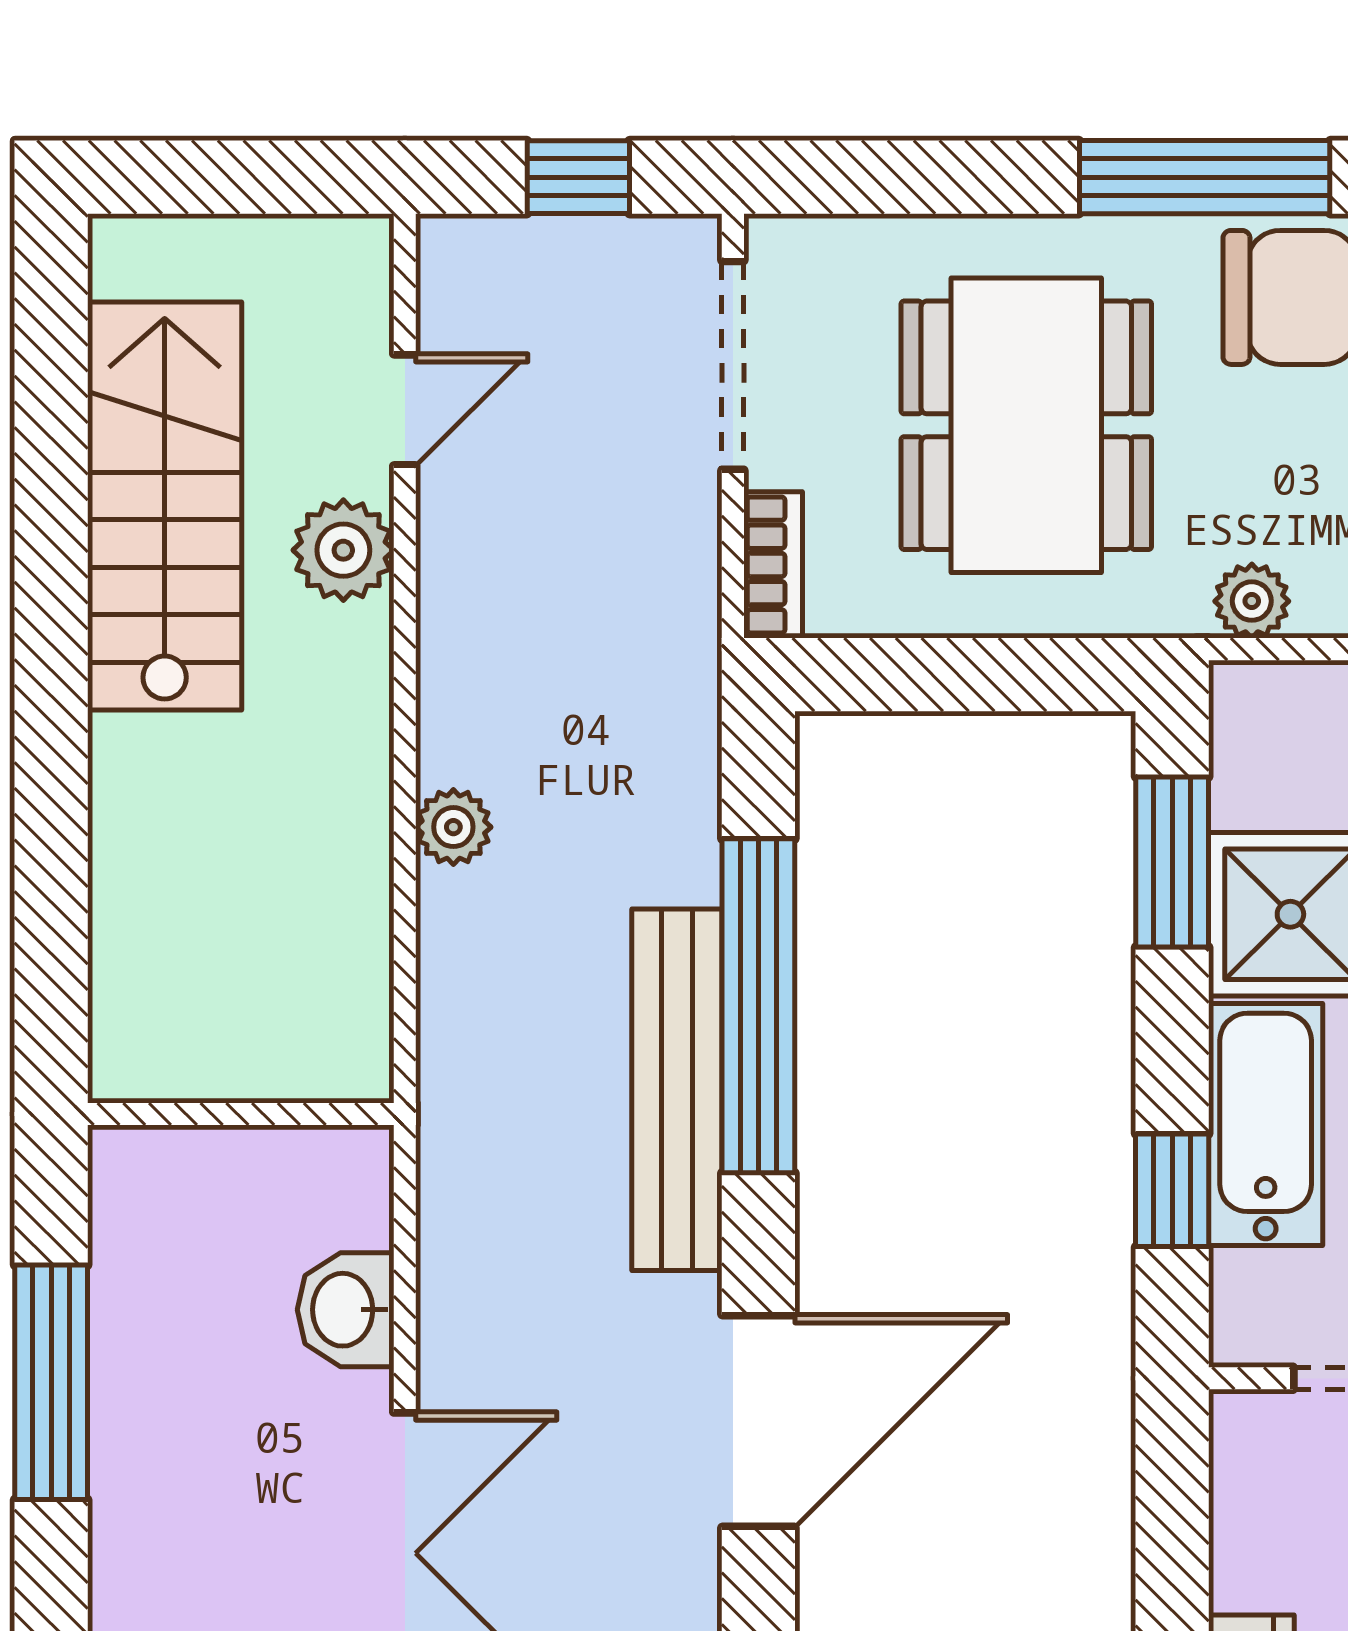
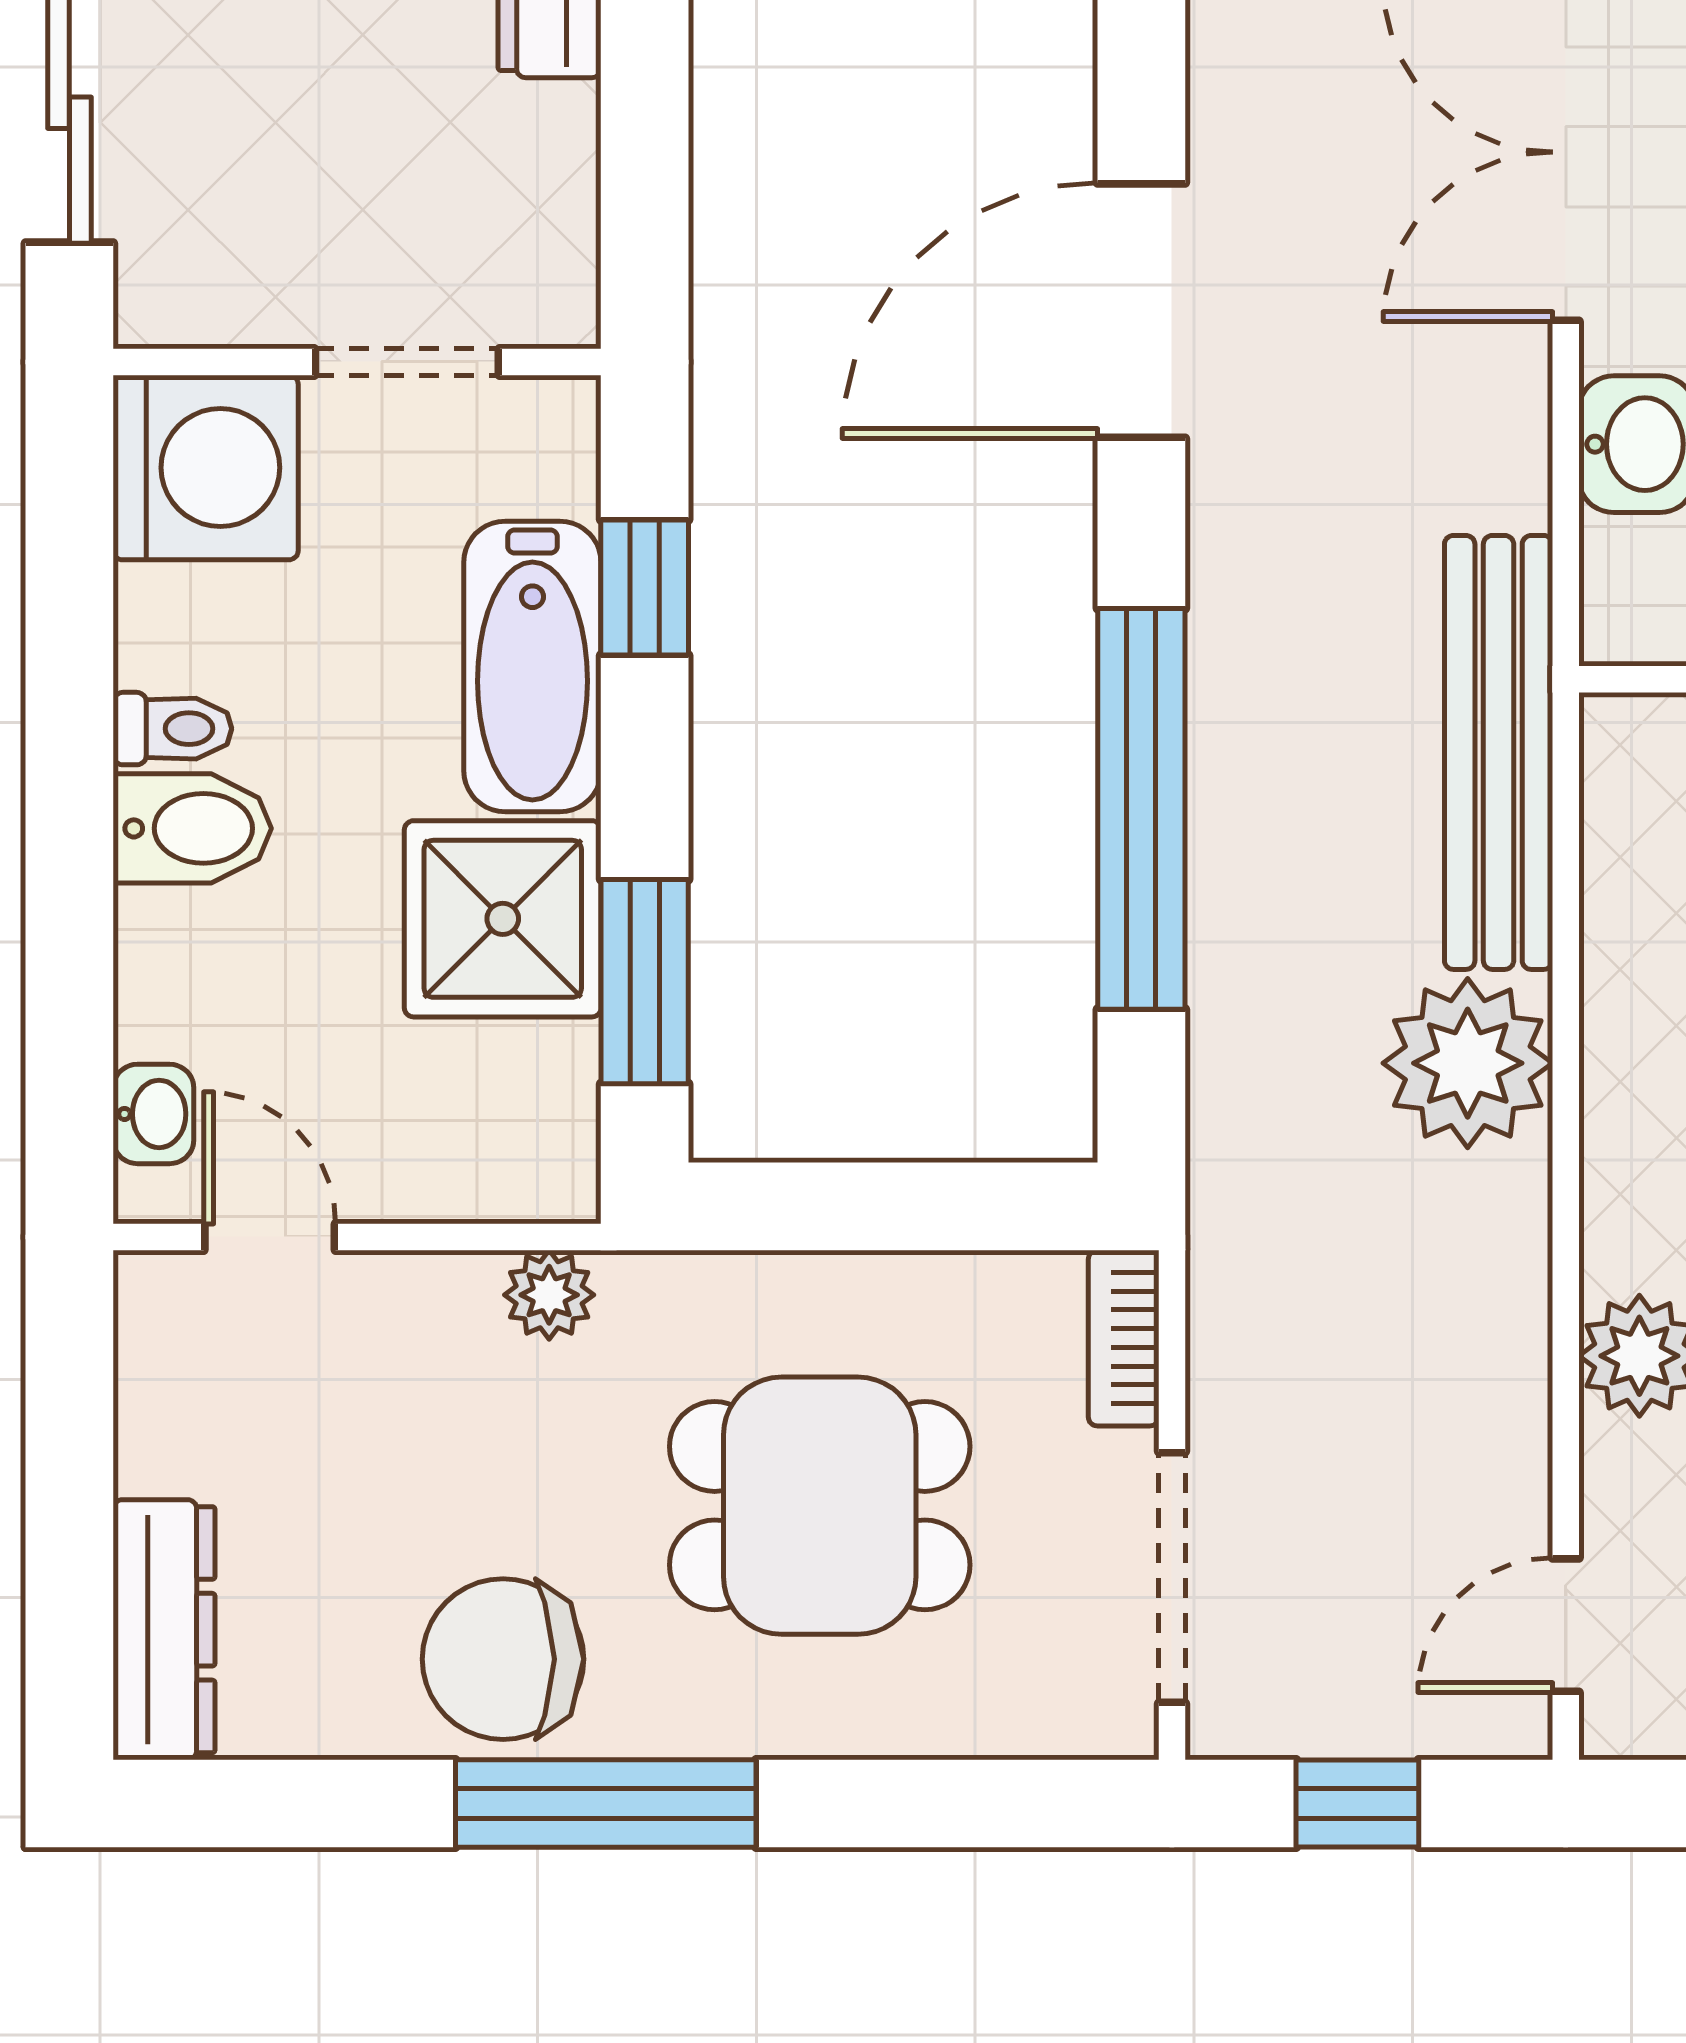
door: (405, 410) -> (1566, 1625), moved
dining table: (1026, 425) -> (820, 1506), width x0.73
plant: (453, 827) -> (1468, 1063), width x1.87, depth x1.87
bench: (677, 1090) -> (1499, 752), moved

